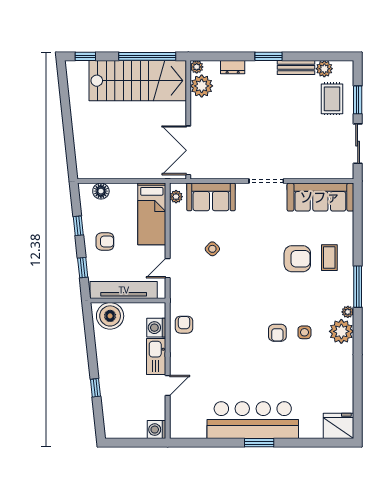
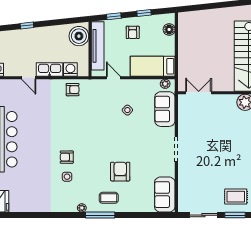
double door: (188, 150) -> (199, 93), width x0.73
sofa: (320, 197) -> (165, 195), width x0.73
coffee table: (329, 258) -> (109, 198), moved
armchair: (297, 259) -> (120, 172), turned 180
plant: (341, 331) -> (68, 203), removed

